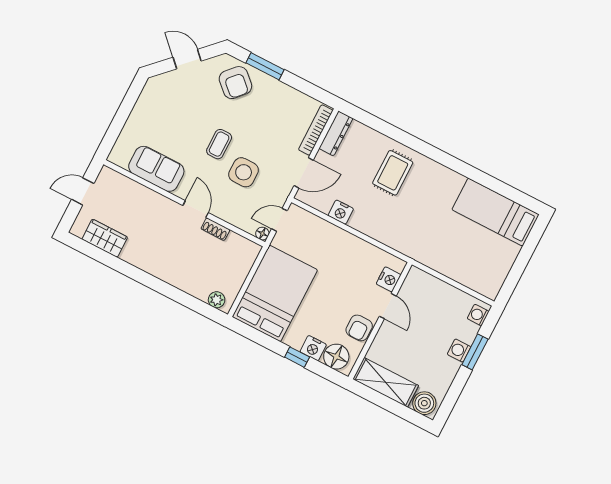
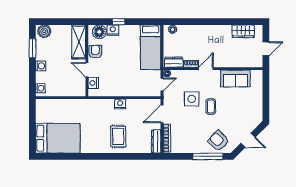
window: (265, 66) -> (208, 156), width x1.44
door: (196, 209) -> (206, 69), swing flipped
nightstand: (341, 212) -> (120, 104), moved
bed: (496, 212) -> (58, 138), width x1.50
dresser: (242, 246) -> (174, 62), added
bed: (275, 293) -> (151, 47), width x0.67
window: (475, 352) -> (32, 48), moved
shelving: (386, 382) -> (79, 42), moved, turned 90

